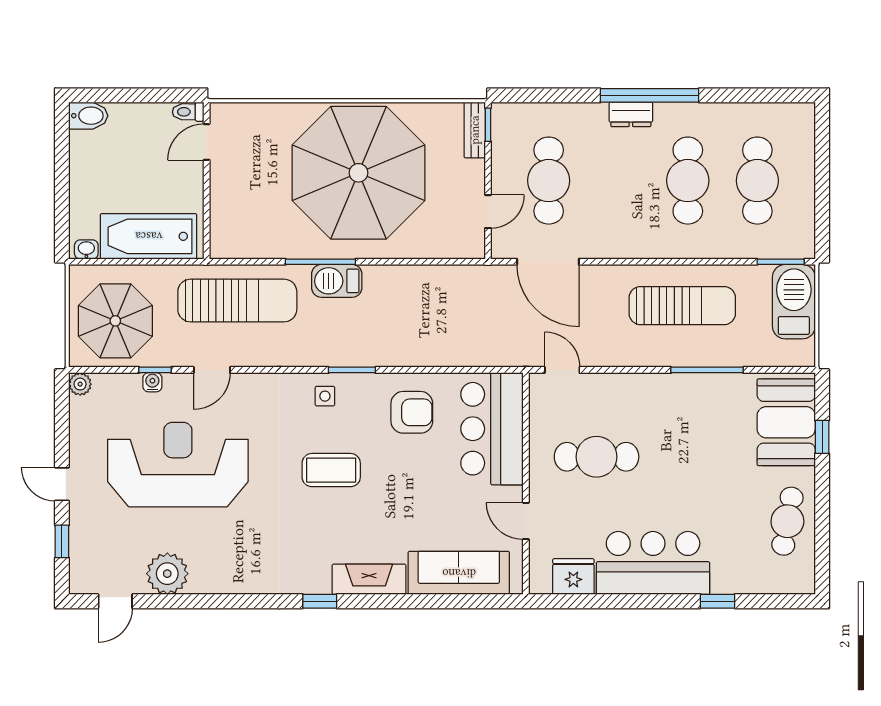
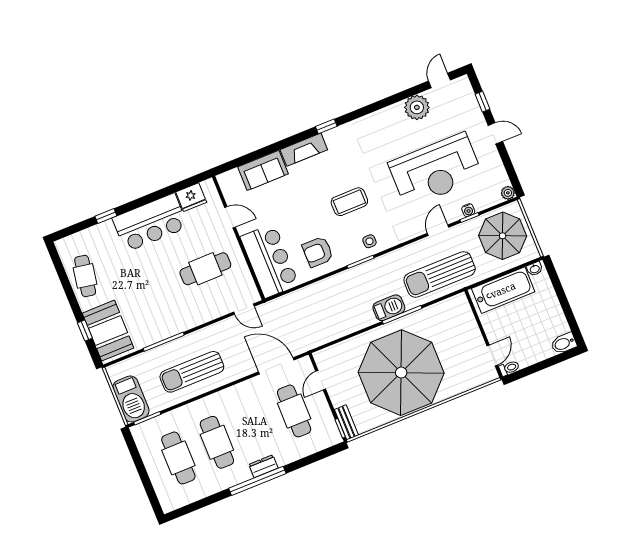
sofa: (459, 573) -> (263, 170), width x0.73

